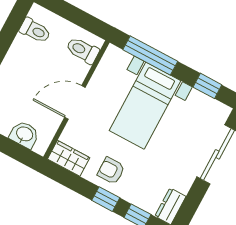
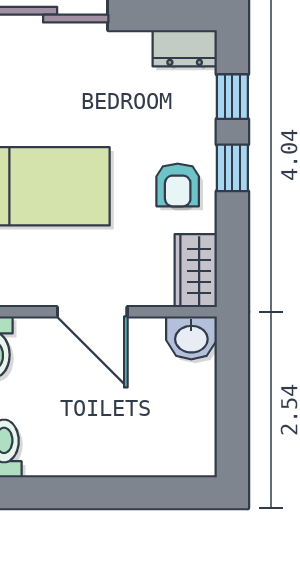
washbasin: (24, 134) -> (191, 338), moved, turned -90

